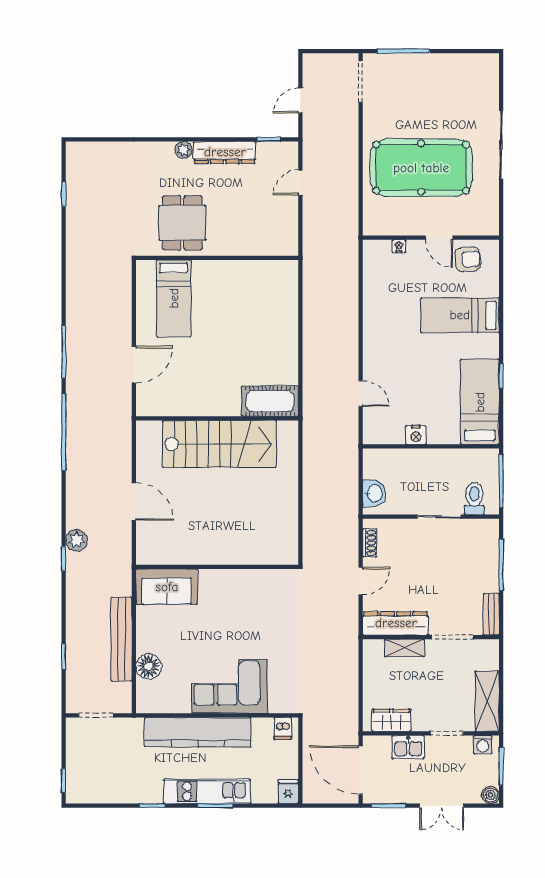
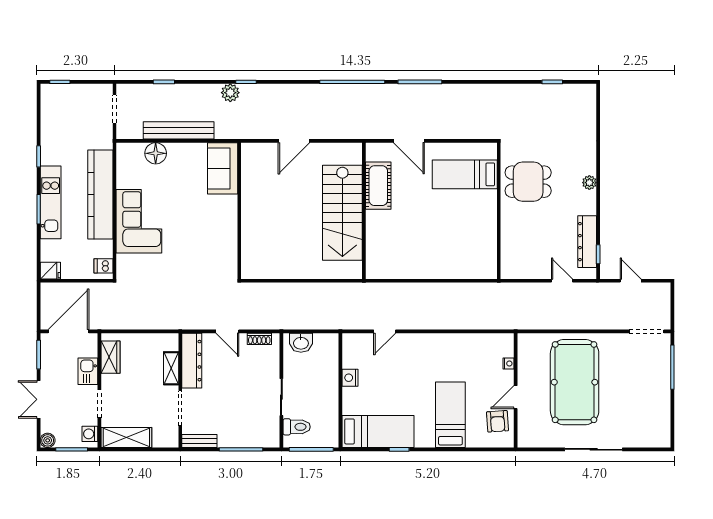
dresser: (225, 152) -> (587, 242), moved
cot: (270, 401) -> (378, 186), moved
plant: (76, 540) -> (230, 93), moved

